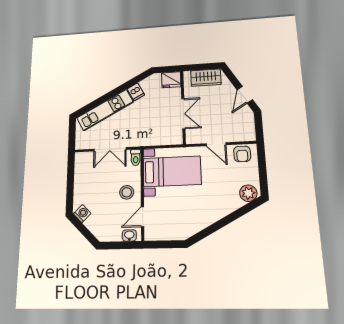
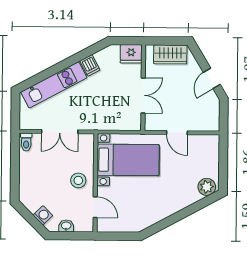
armchair: (242, 154) -> (204, 145), removed
toilet: (136, 157) -> (26, 142), moved
washing machine: (82, 214) -> (43, 215), moved
door: (143, 217) -> (95, 207), swing flipped
washbasin: (129, 235) -> (66, 226), moved

